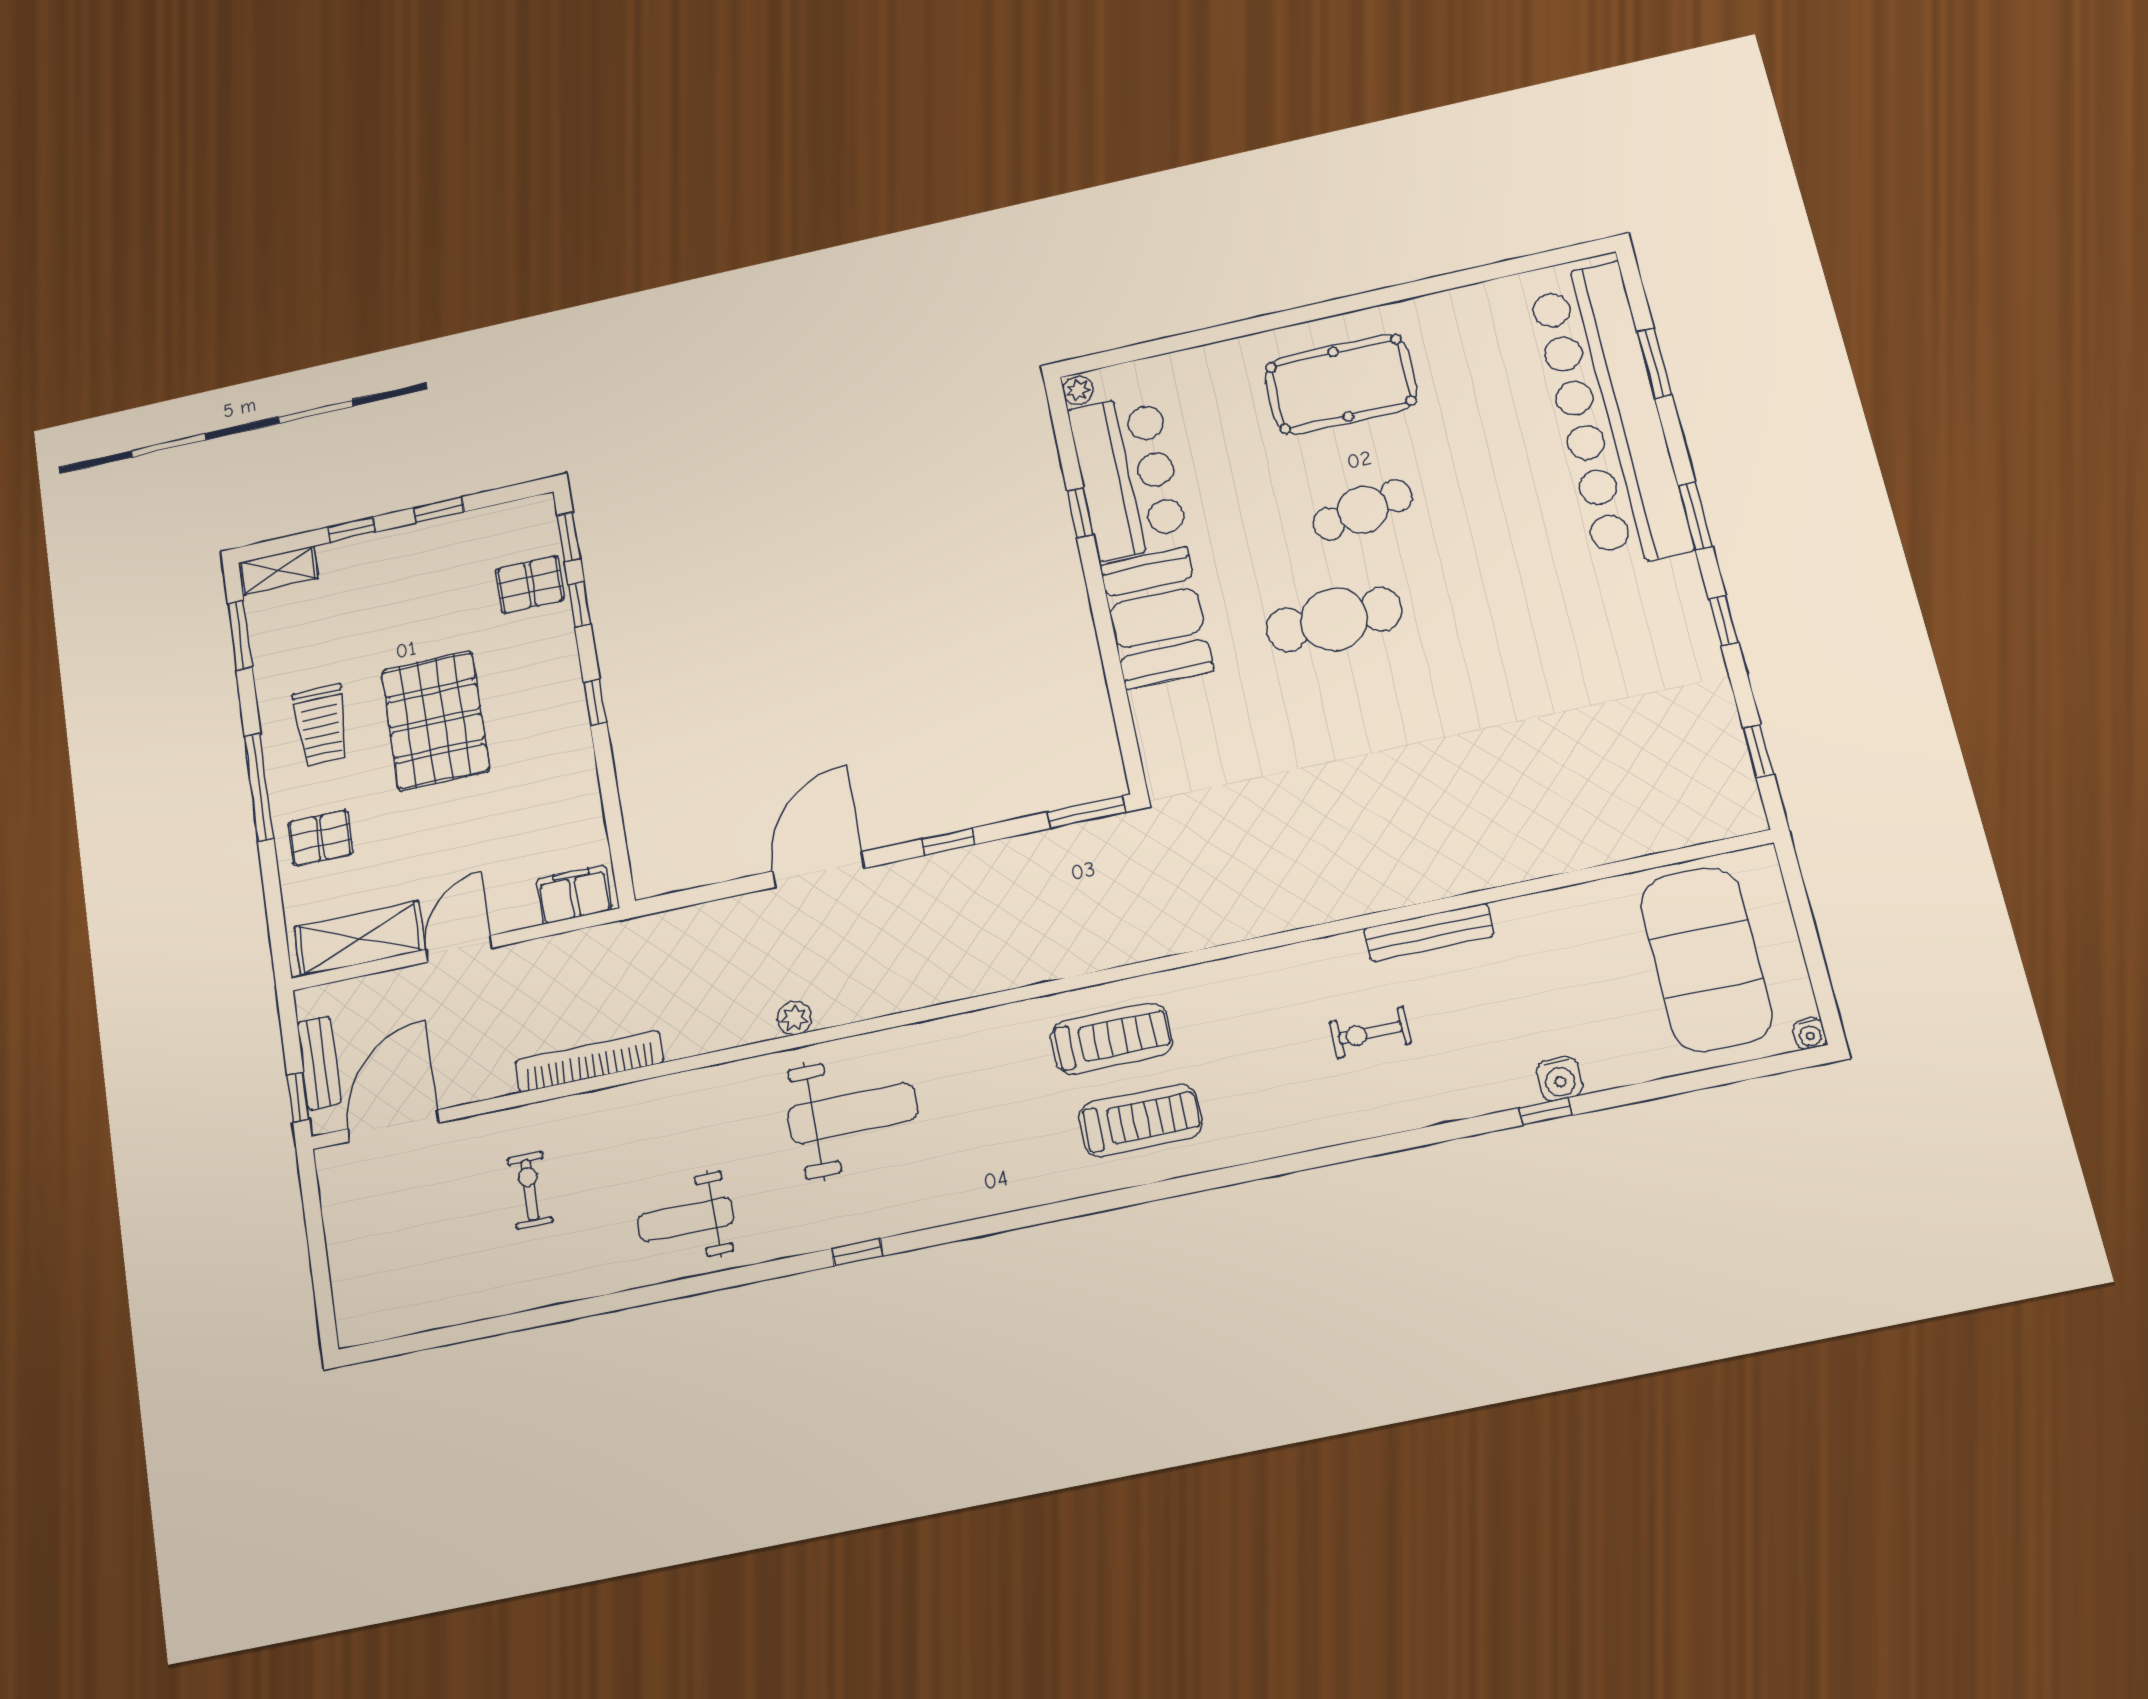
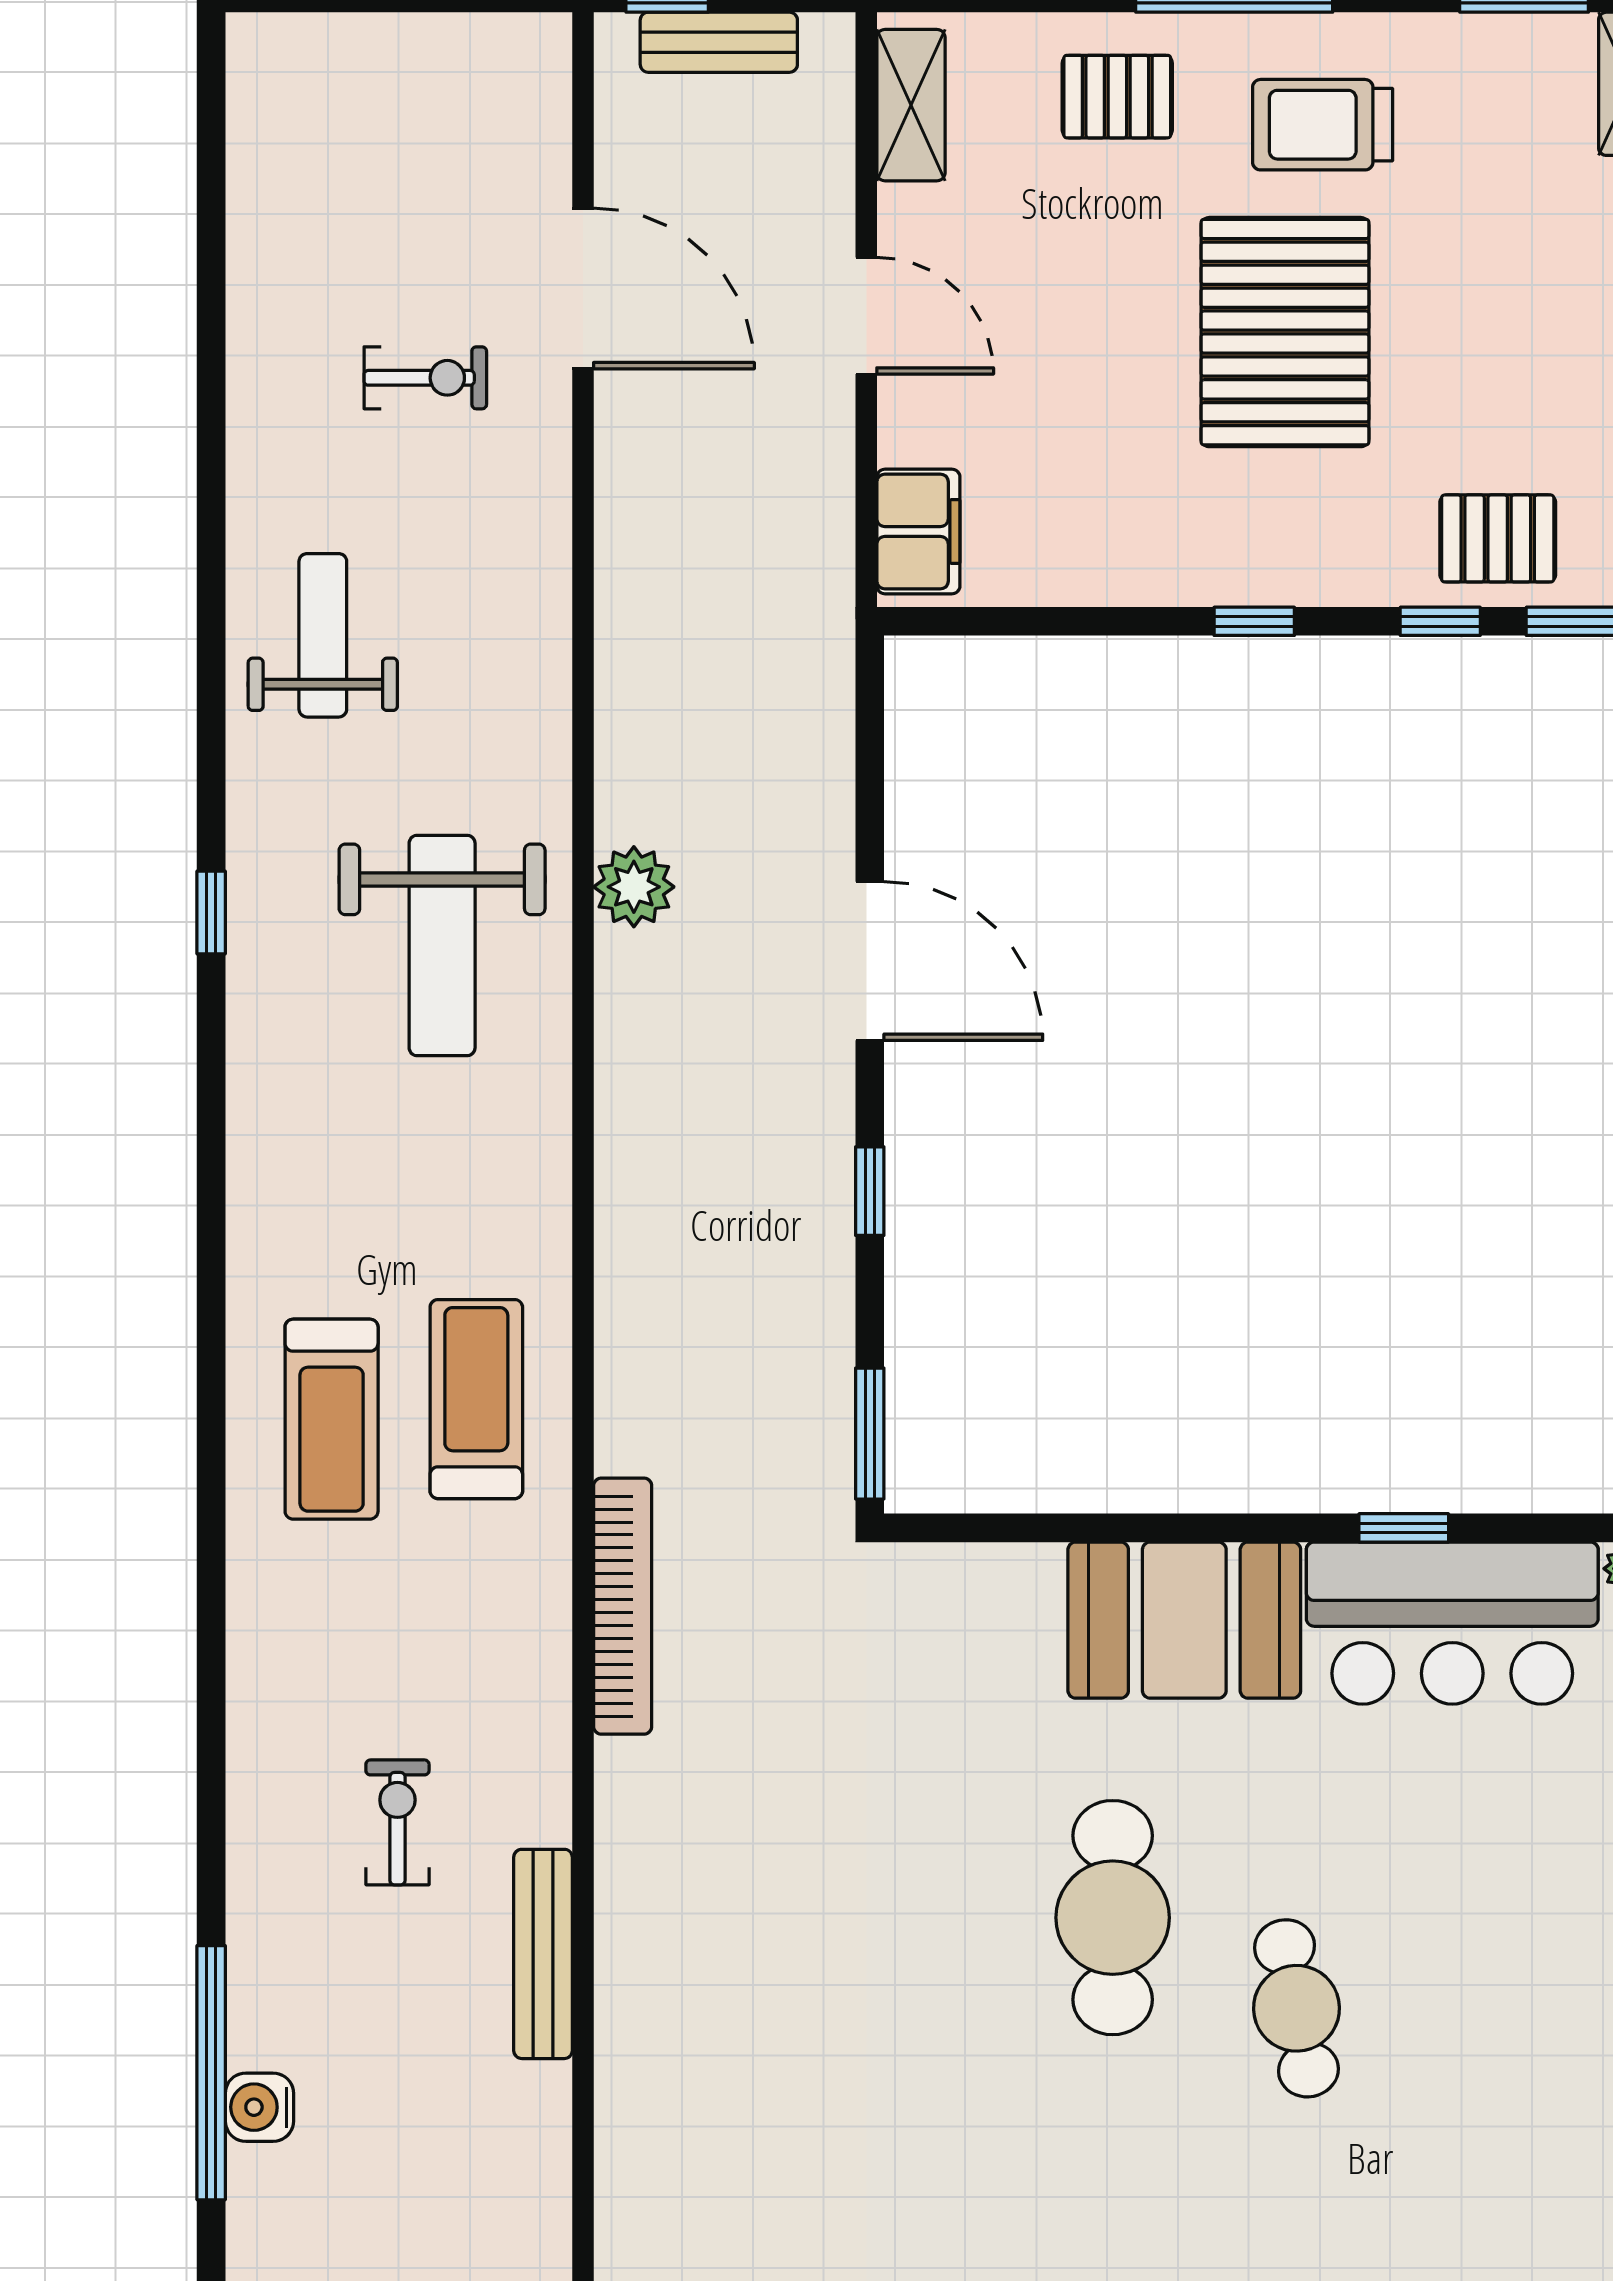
pool table: (1341, 384) -> (1533, 2022), removed
pallet: (530, 585) -> (1498, 538), turned 90
pallet: (435, 721) -> (1285, 332), turned 90
pallet: (320, 838) -> (1117, 97), turned 90
shelving: (360, 938) -> (911, 105), width x0.67, depth x0.75
plant: (794, 1018) -> (634, 887), width x1.38, depth x1.38
treadmill: (1112, 1039) -> (476, 1399), turned 180
bookcase: (589, 1061) -> (623, 1606), moved
window: (1546, 1112) -> (211, 2073), width x3.17
door: (394, 1126) -> (583, 288), moved

